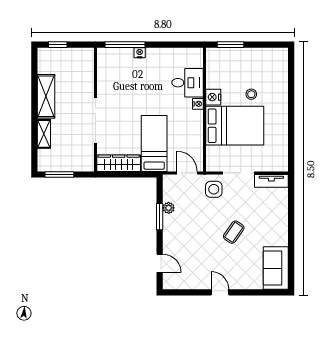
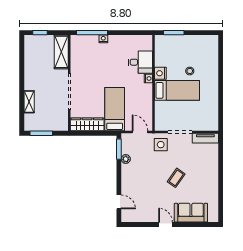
shelving: (46, 96) -> (61, 52), moved
bed: (235, 126) -> (177, 90), width x0.67
window: (160, 217) -> (119, 149), moved
sofa: (276, 268) -> (191, 213), moved, turned 90

